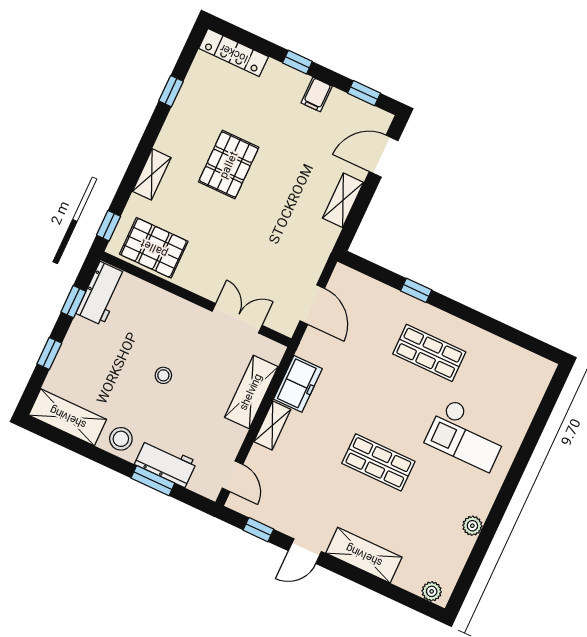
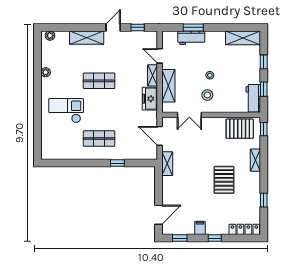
shelving: (343, 200) -> (167, 164), moved
stool: (121, 439) -> (207, 95), moved
door: (232, 476) -> (160, 56), moved

